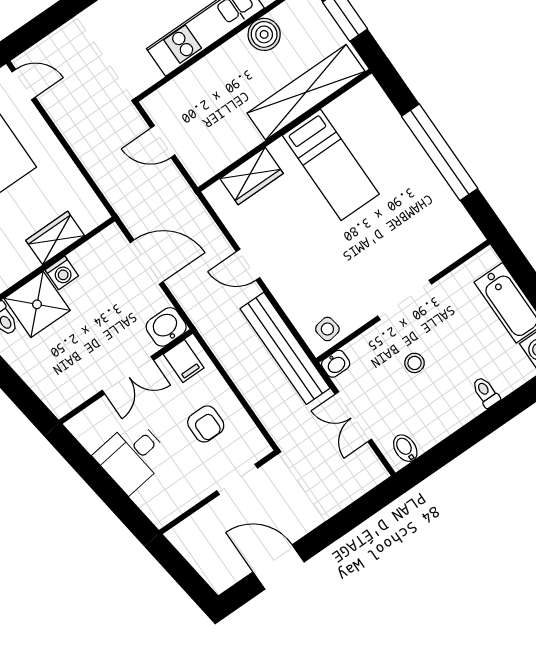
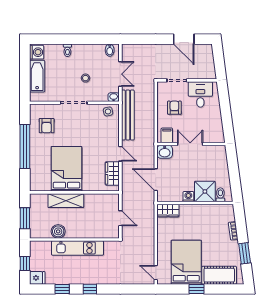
shelving: (306, 92) -> (66, 201), width x0.68
bed: (331, 165) -> (67, 169), width x1.50
wardrobe: (252, 176) -> (112, 173), moved, turned -90
armchair: (426, 221) -> (47, 126), added
wardrobe: (55, 238) -> (168, 211), moved
desk: (132, 456) -> (200, 94), moved, turned -82

